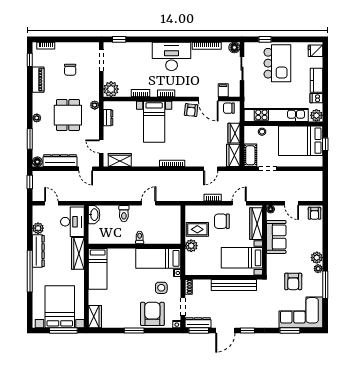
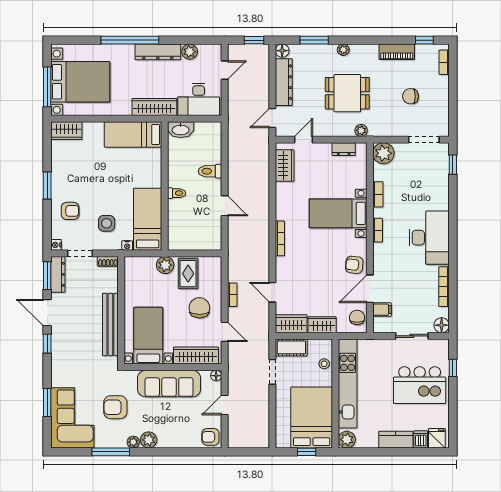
dishwasher: (316, 98) -> (421, 439), moved
washbasin: (94, 215) -> (181, 130), moved
sofa: (276, 237) -> (169, 384), width x1.36
armchair: (152, 314) -> (70, 211), width x0.53, depth x0.53

